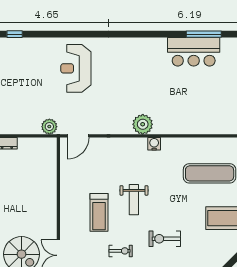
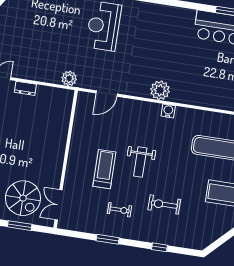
door: (78, 136) -> (107, 94), moved
treadmill: (99, 212) -> (104, 169), turned 180

